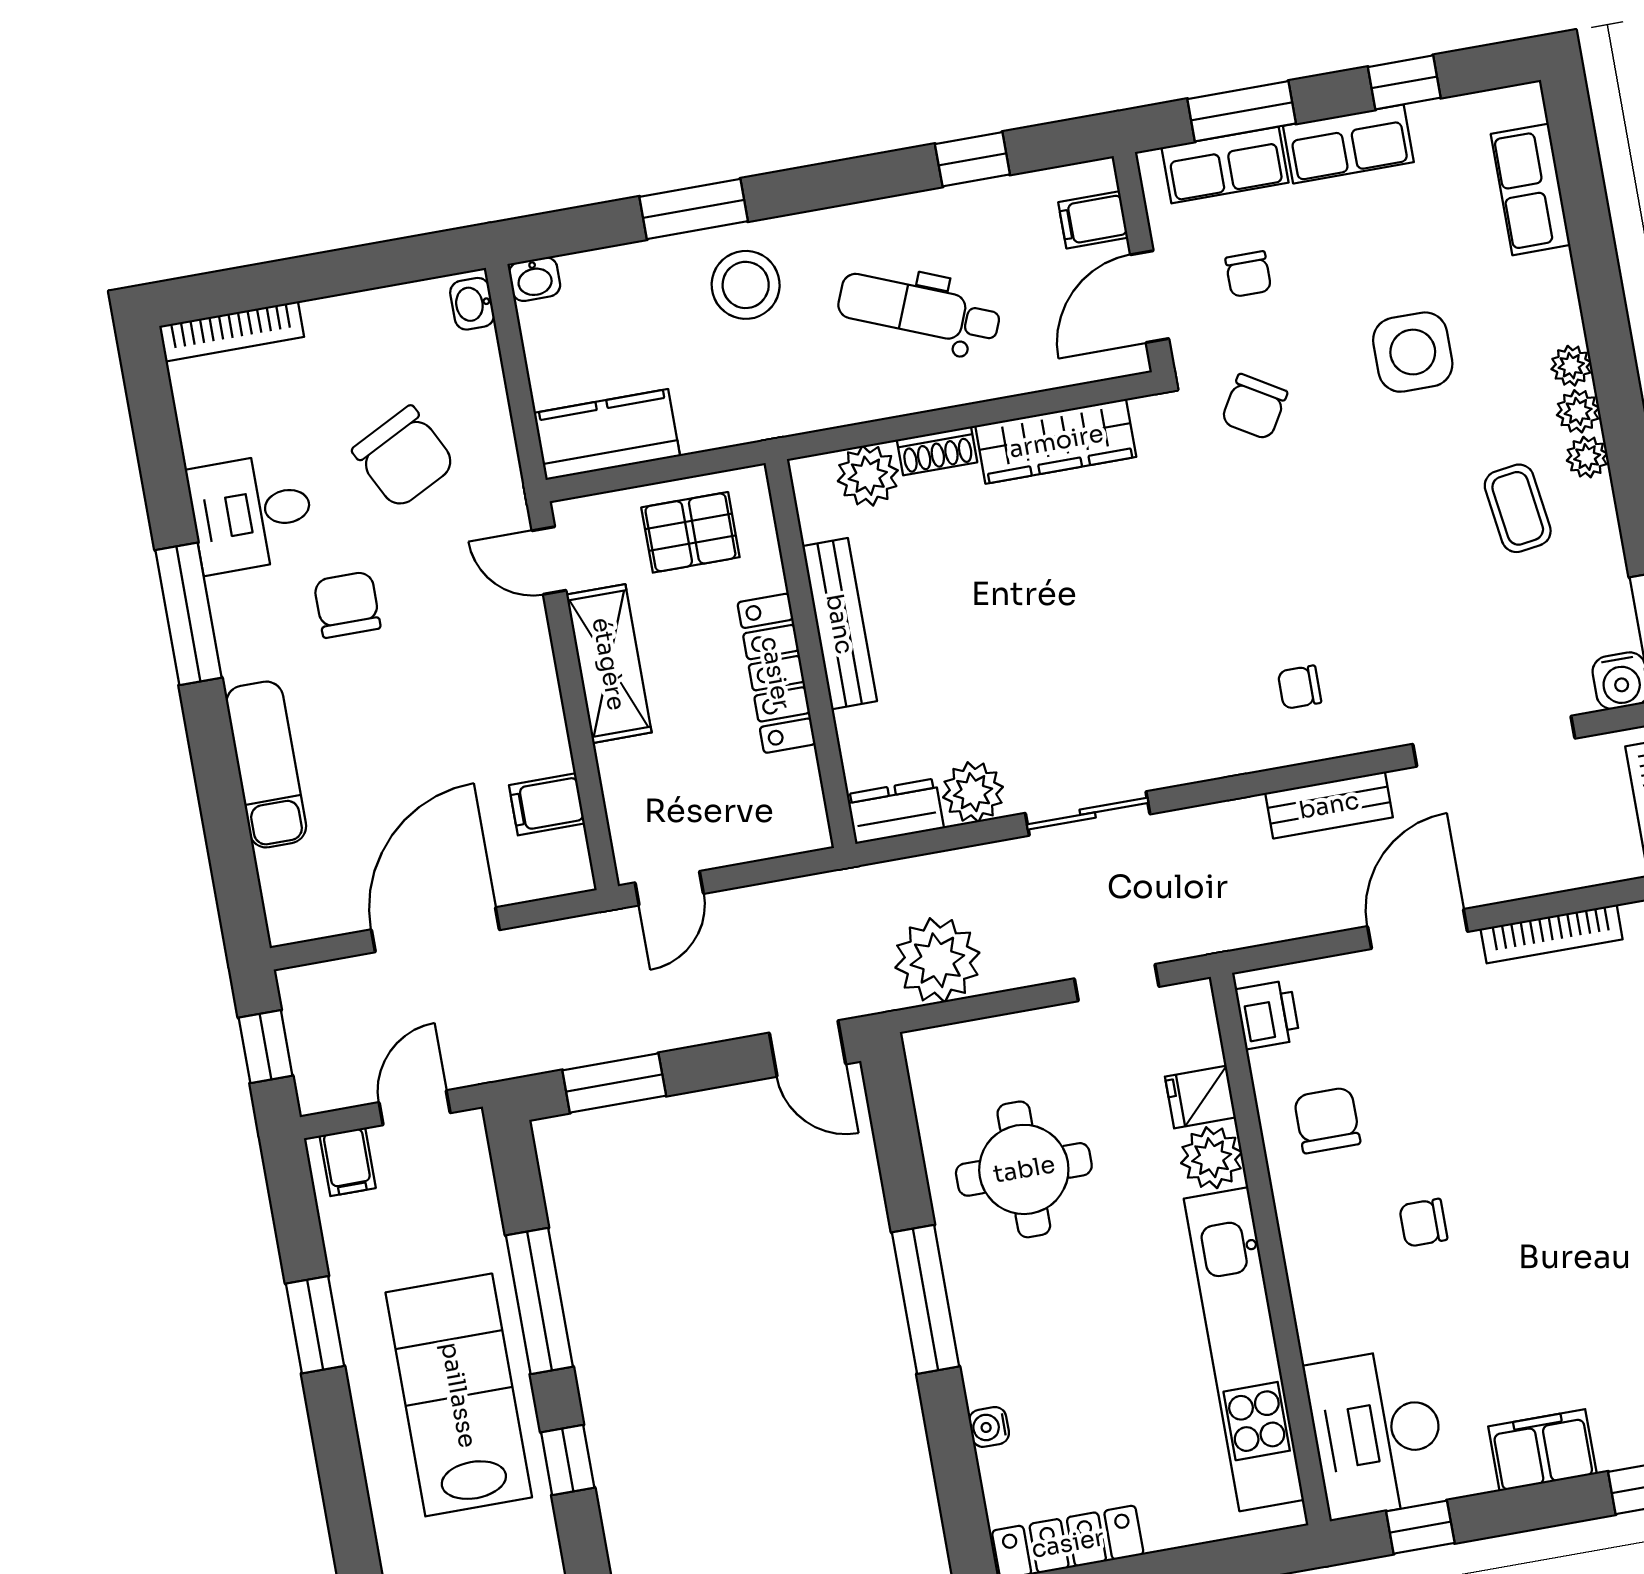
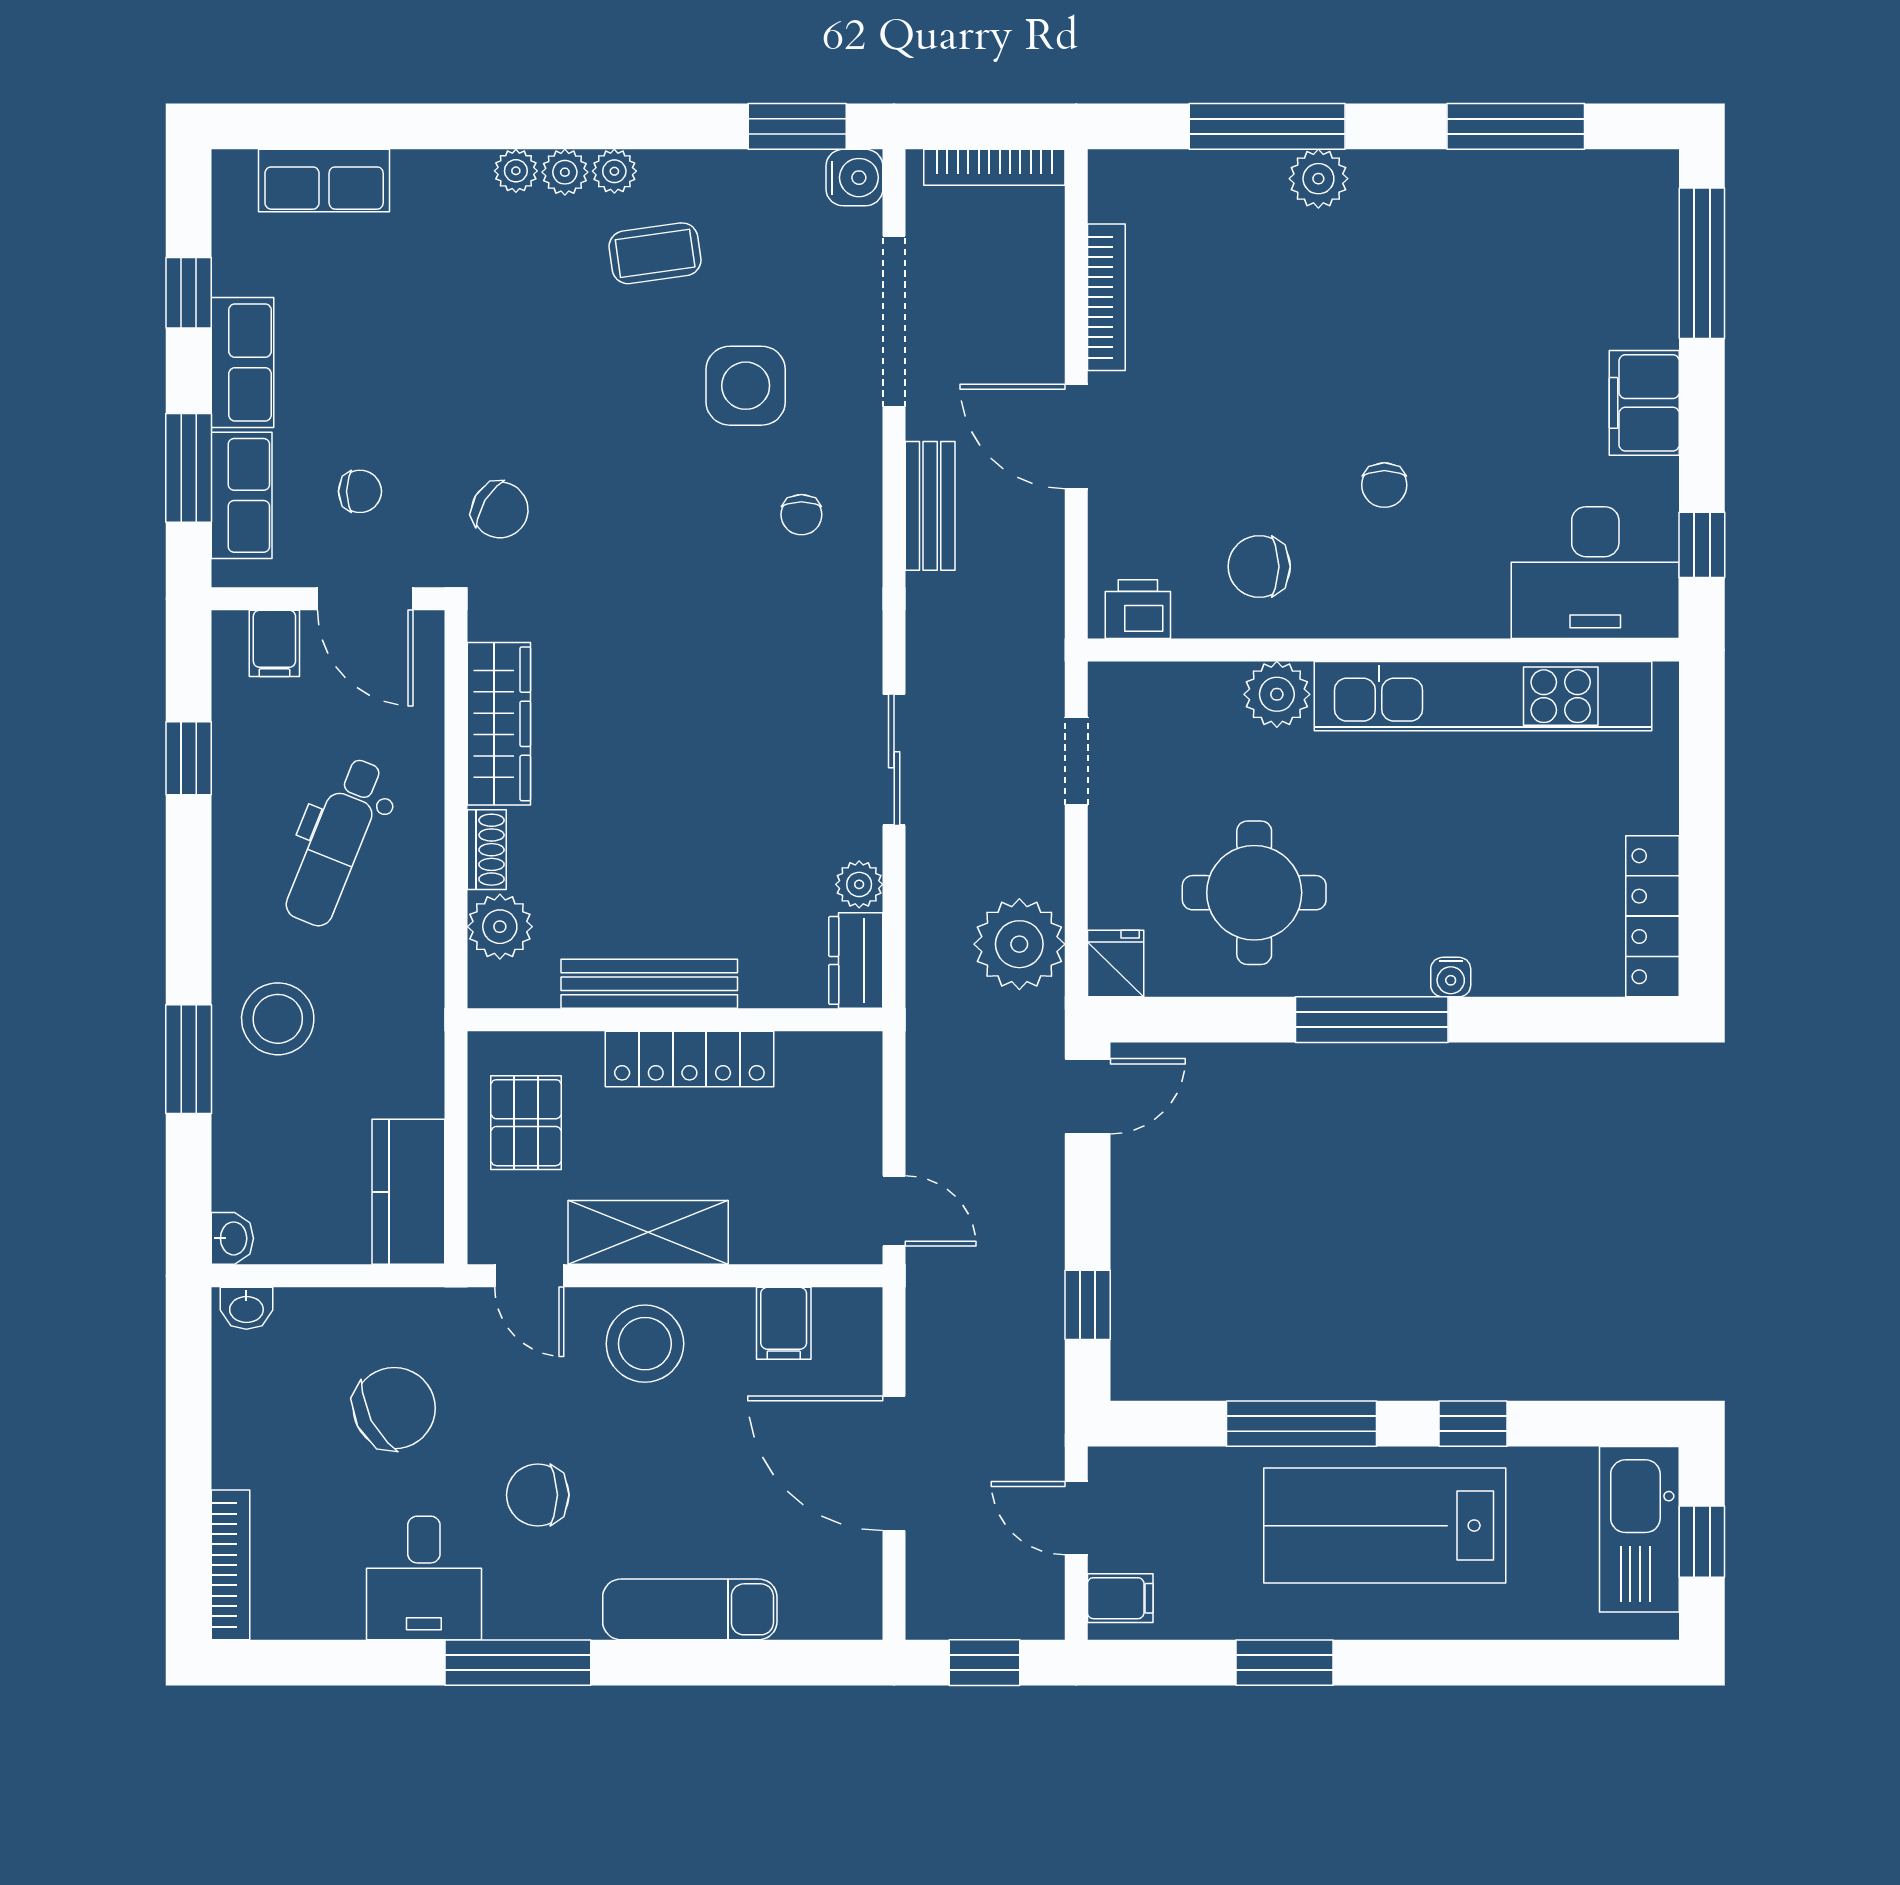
side table: (1413, 352) -> (746, 386), moved
door: (549, 561) -> (529, 1276), hinge flipped
stool: (505, 679) -> (645, 1344), added
plant: (973, 792) -> (859, 884), width x0.73, depth x0.73
window: (614, 1083) -> (1088, 1305), width x0.67
fridge: (1200, 1097) -> (1116, 964), moved, turned 180
water cooler: (989, 1427) -> (1451, 977), moved

